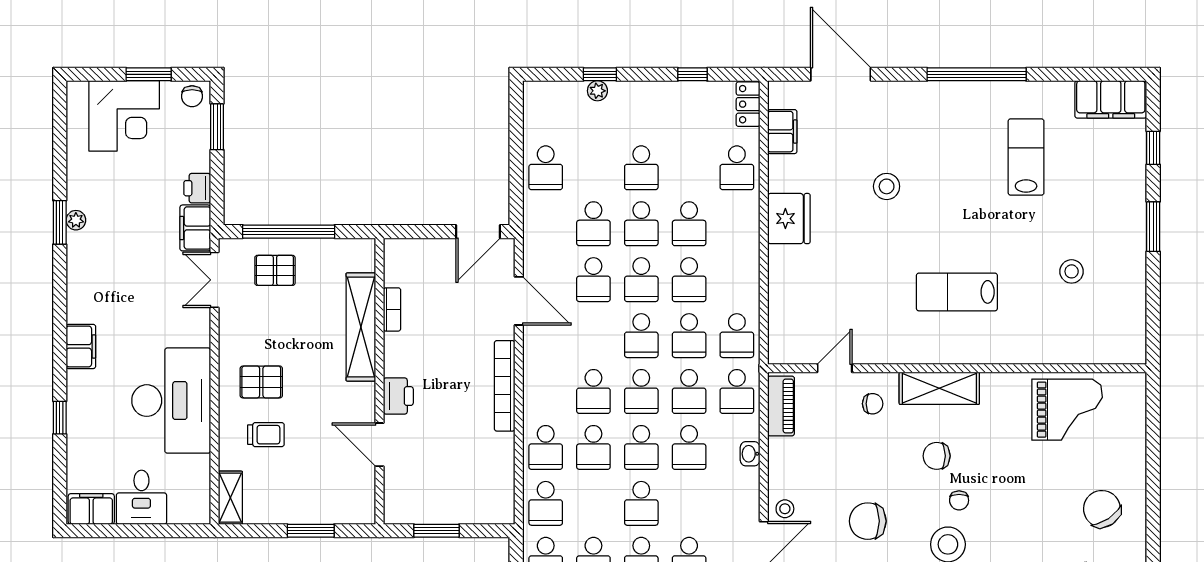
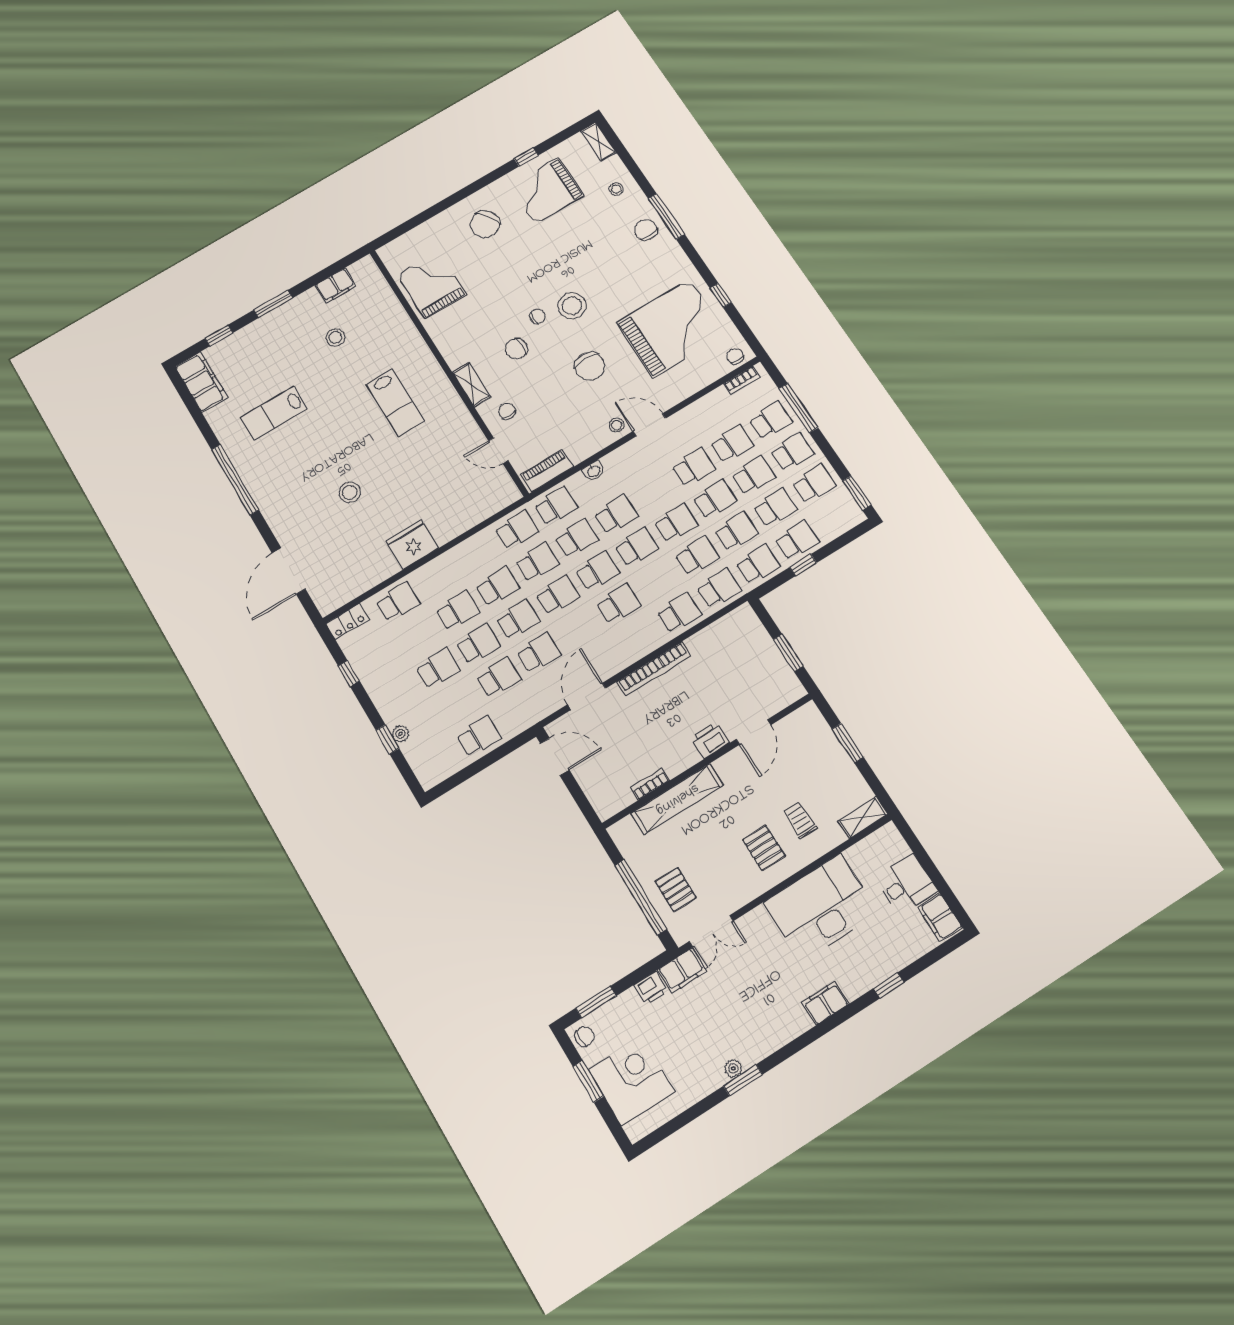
filing cabinet: (782, 132) -> (335, 286), moved, turned 180
shelving: (939, 388) -> (472, 385), width x0.67, depth x0.75
school desk: (593, 447) -> (697, 556), moved
chair: (937, 456) -> (516, 349), turned 90

